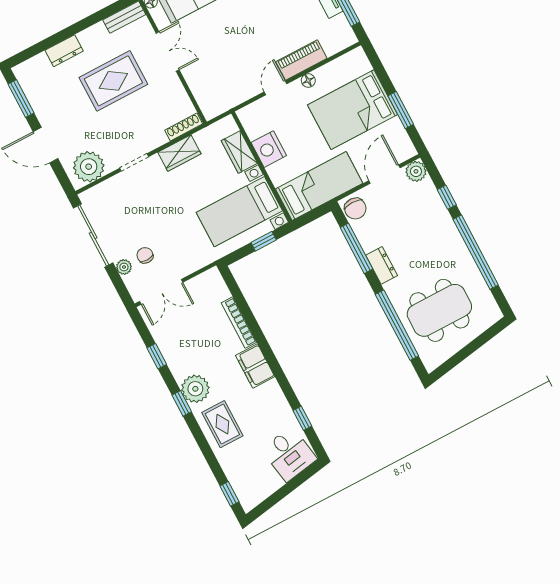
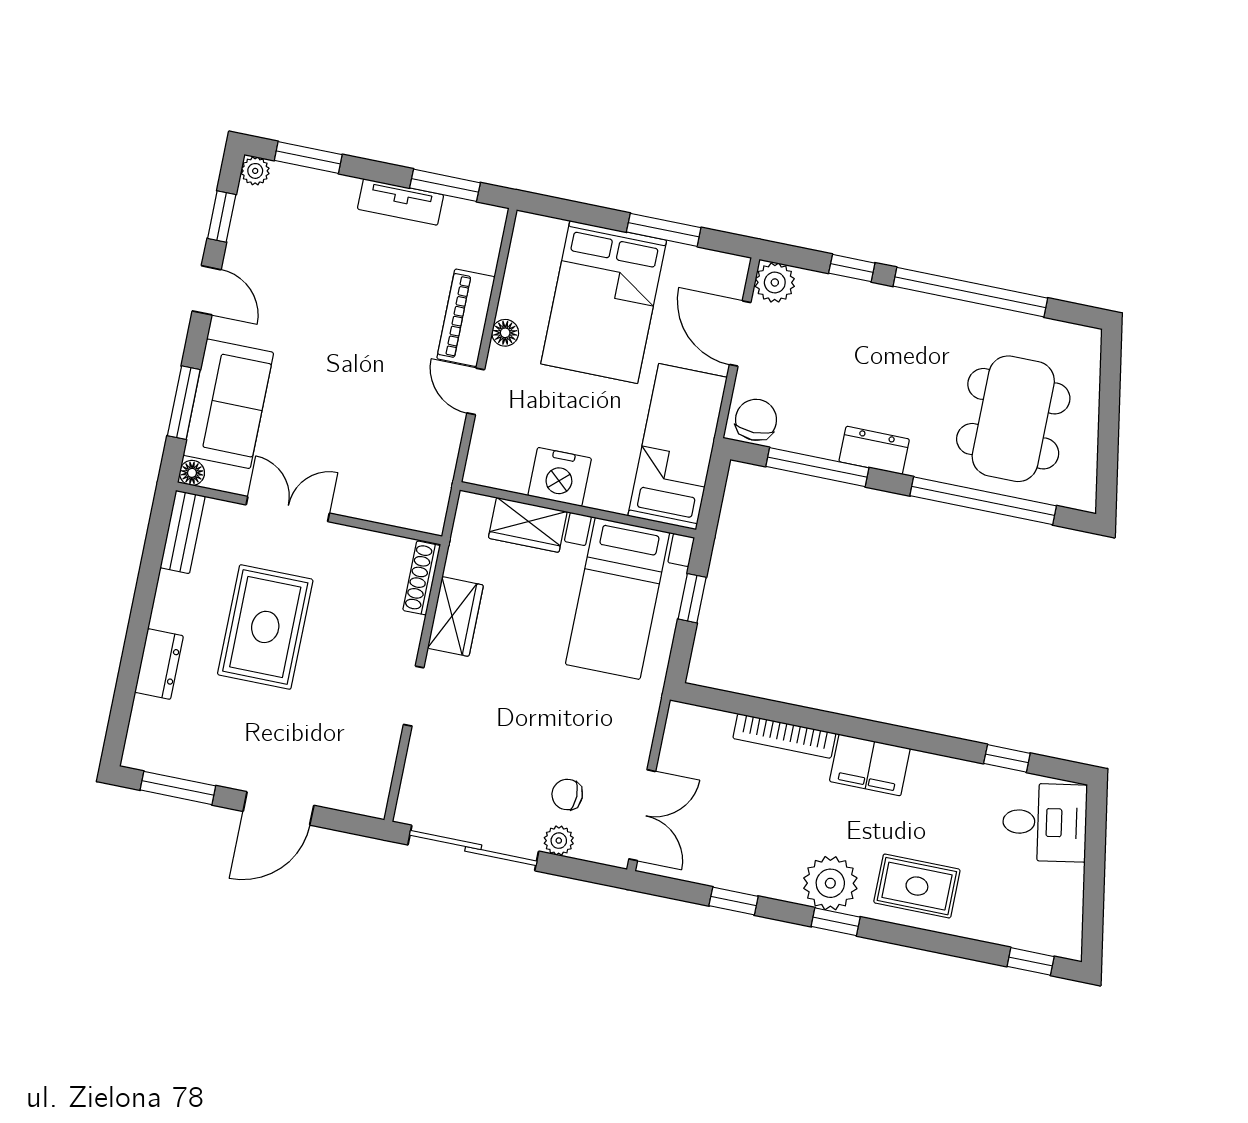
plant: (89, 167) -> (364, 770), removed
chair: (355, 209) -> (756, 420), turned -90

